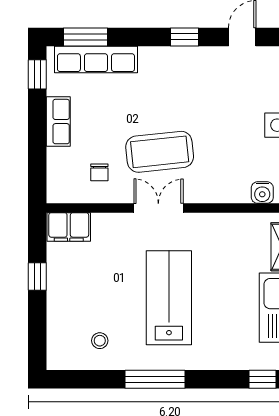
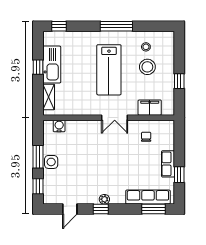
plant: (178, 55) -> (104, 199), added
window: (37, 74) -> (179, 175), moved
coffee table: (160, 152) -> (114, 148), removed
filing cabinet: (69, 227) -> (150, 108), moved
stool: (97, 303) -> (147, 67), added

